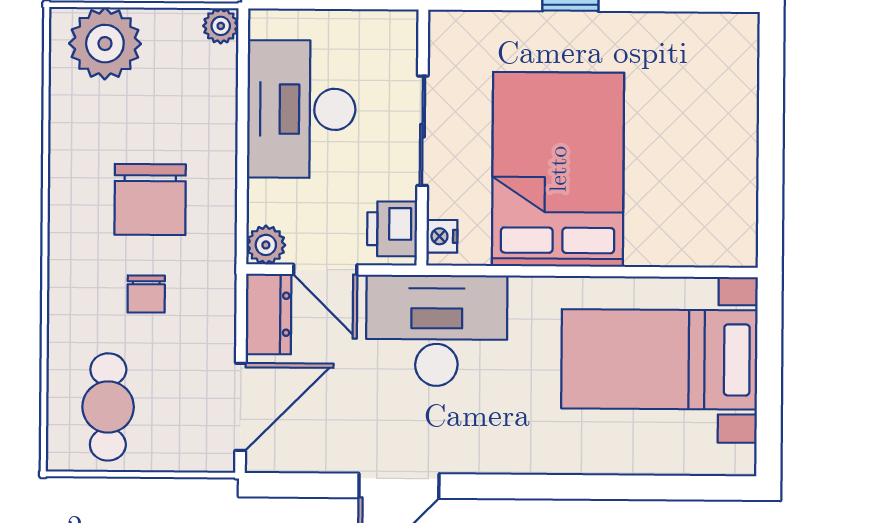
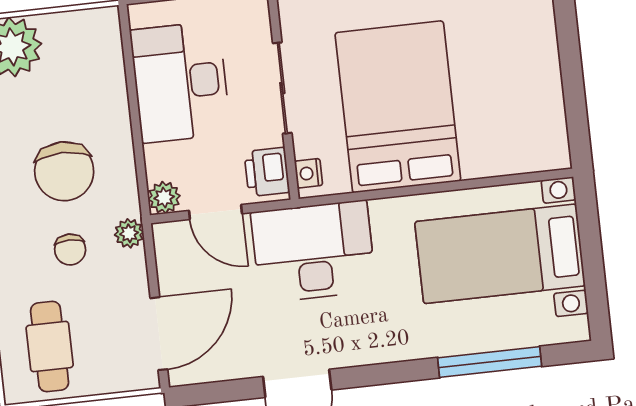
plant: (221, 26) -> (129, 233), moved
dresser: (268, 314) -> (173, 254), removed
window: (632, 487) -> (490, 362), added

